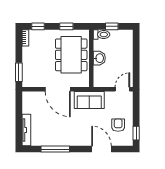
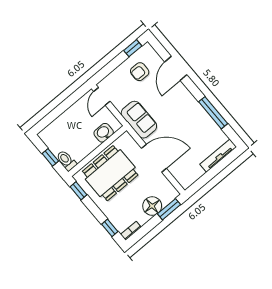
window: (66, 26) -> (79, 191), moved
washbasin: (99, 58) -> (104, 133), moved
floor lamp: (29, 64) -> (152, 206), added
door: (58, 89) -> (154, 158), hinge flipped
door: (122, 89) -> (102, 96), hinge flipped

